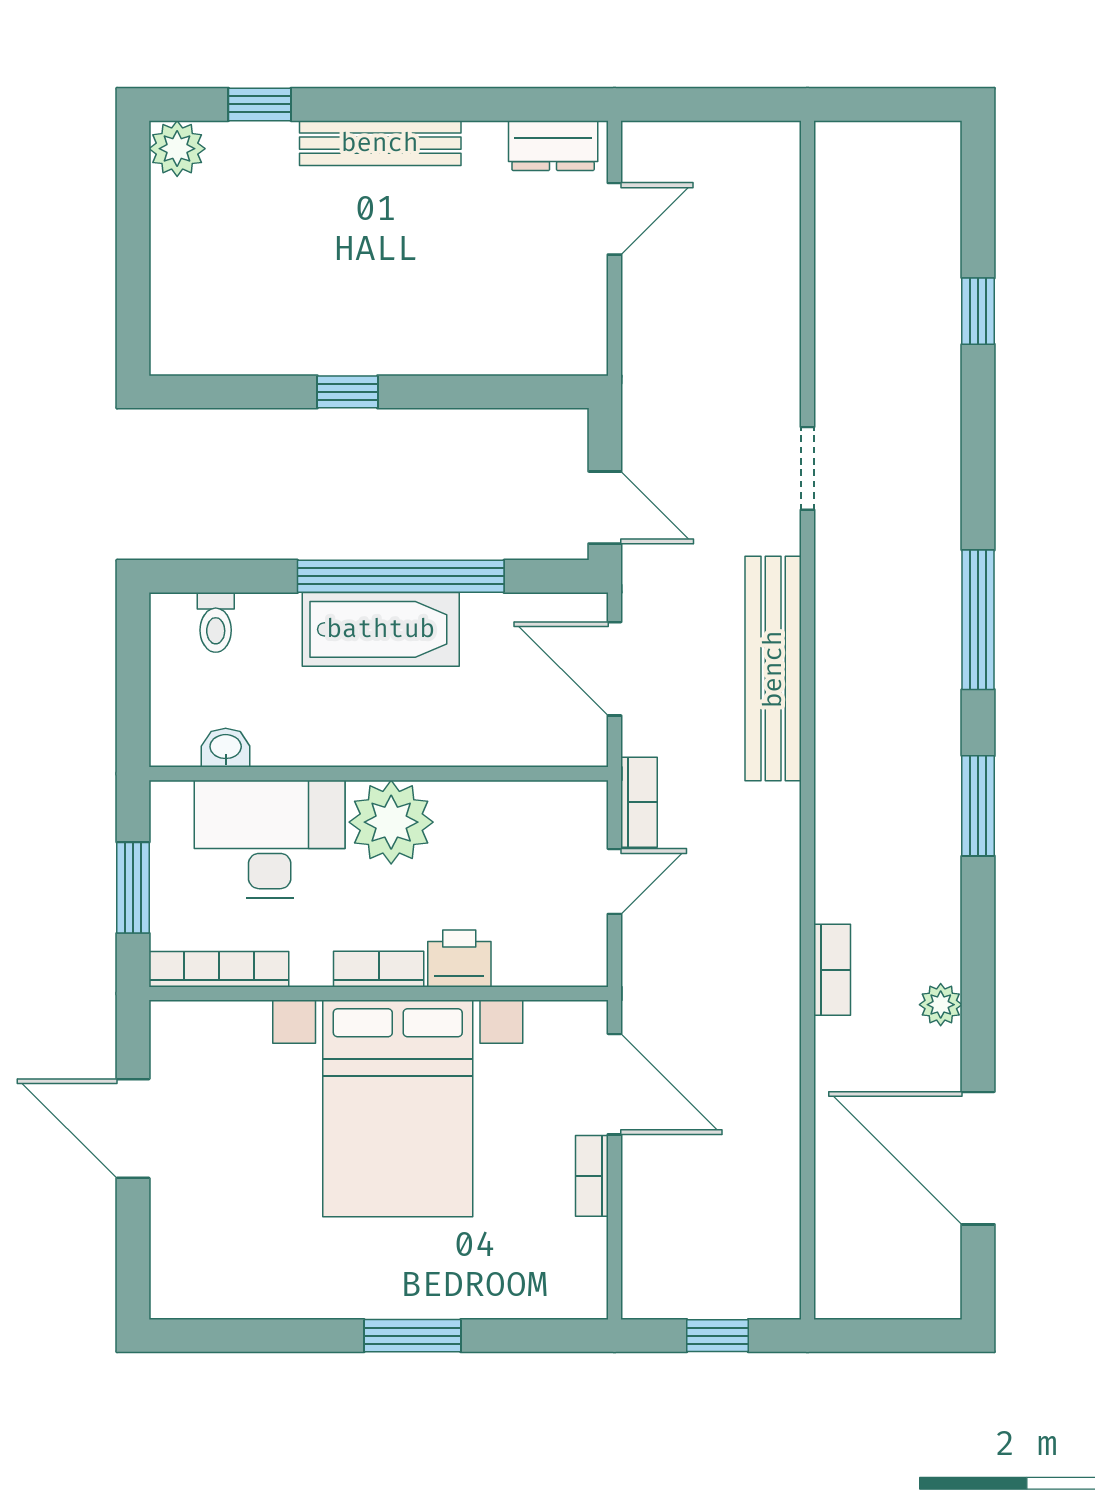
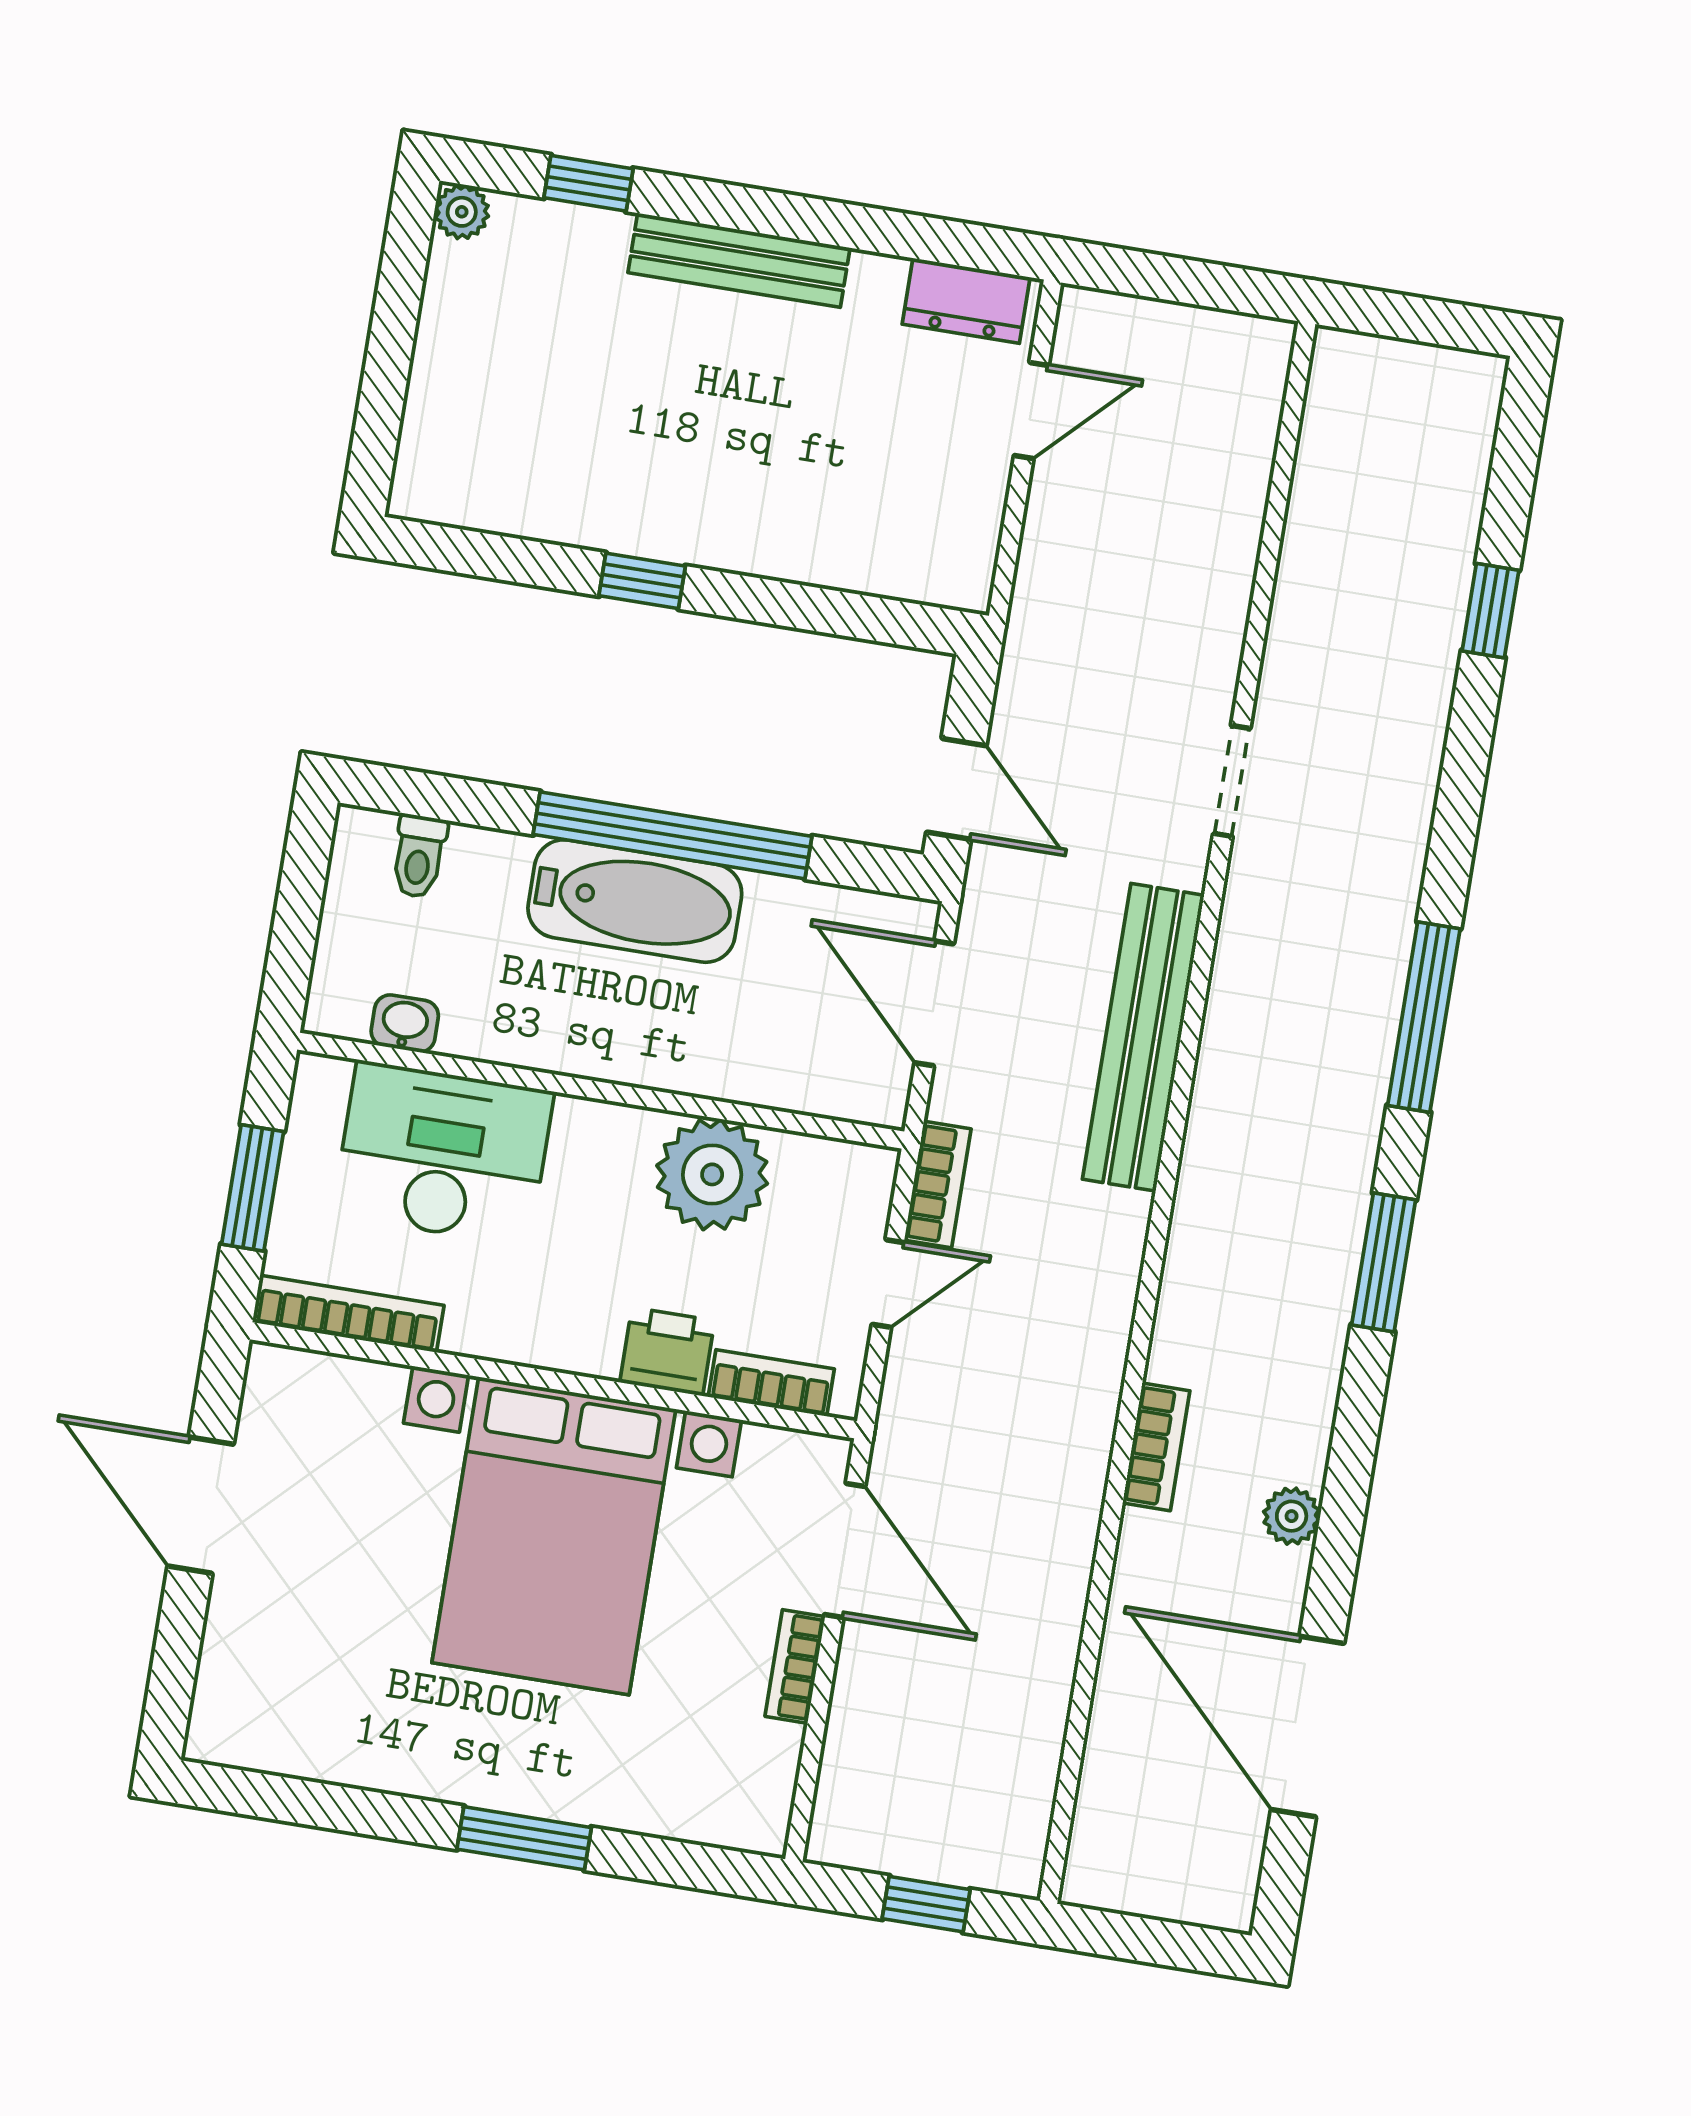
plant: (177, 149) -> (462, 212), width x0.73, depth x0.73
plant: (391, 822) -> (712, 1174), moved
bookcase: (379, 969) -> (771, 1383), moved

